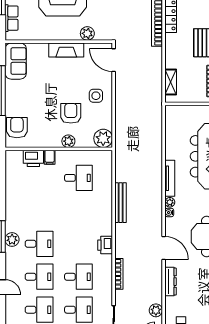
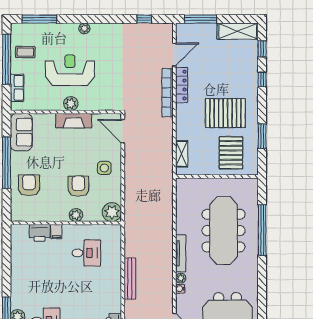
plant: (87, 33) -> (71, 104), moved
armchair: (17, 128) -> (29, 185), moved

